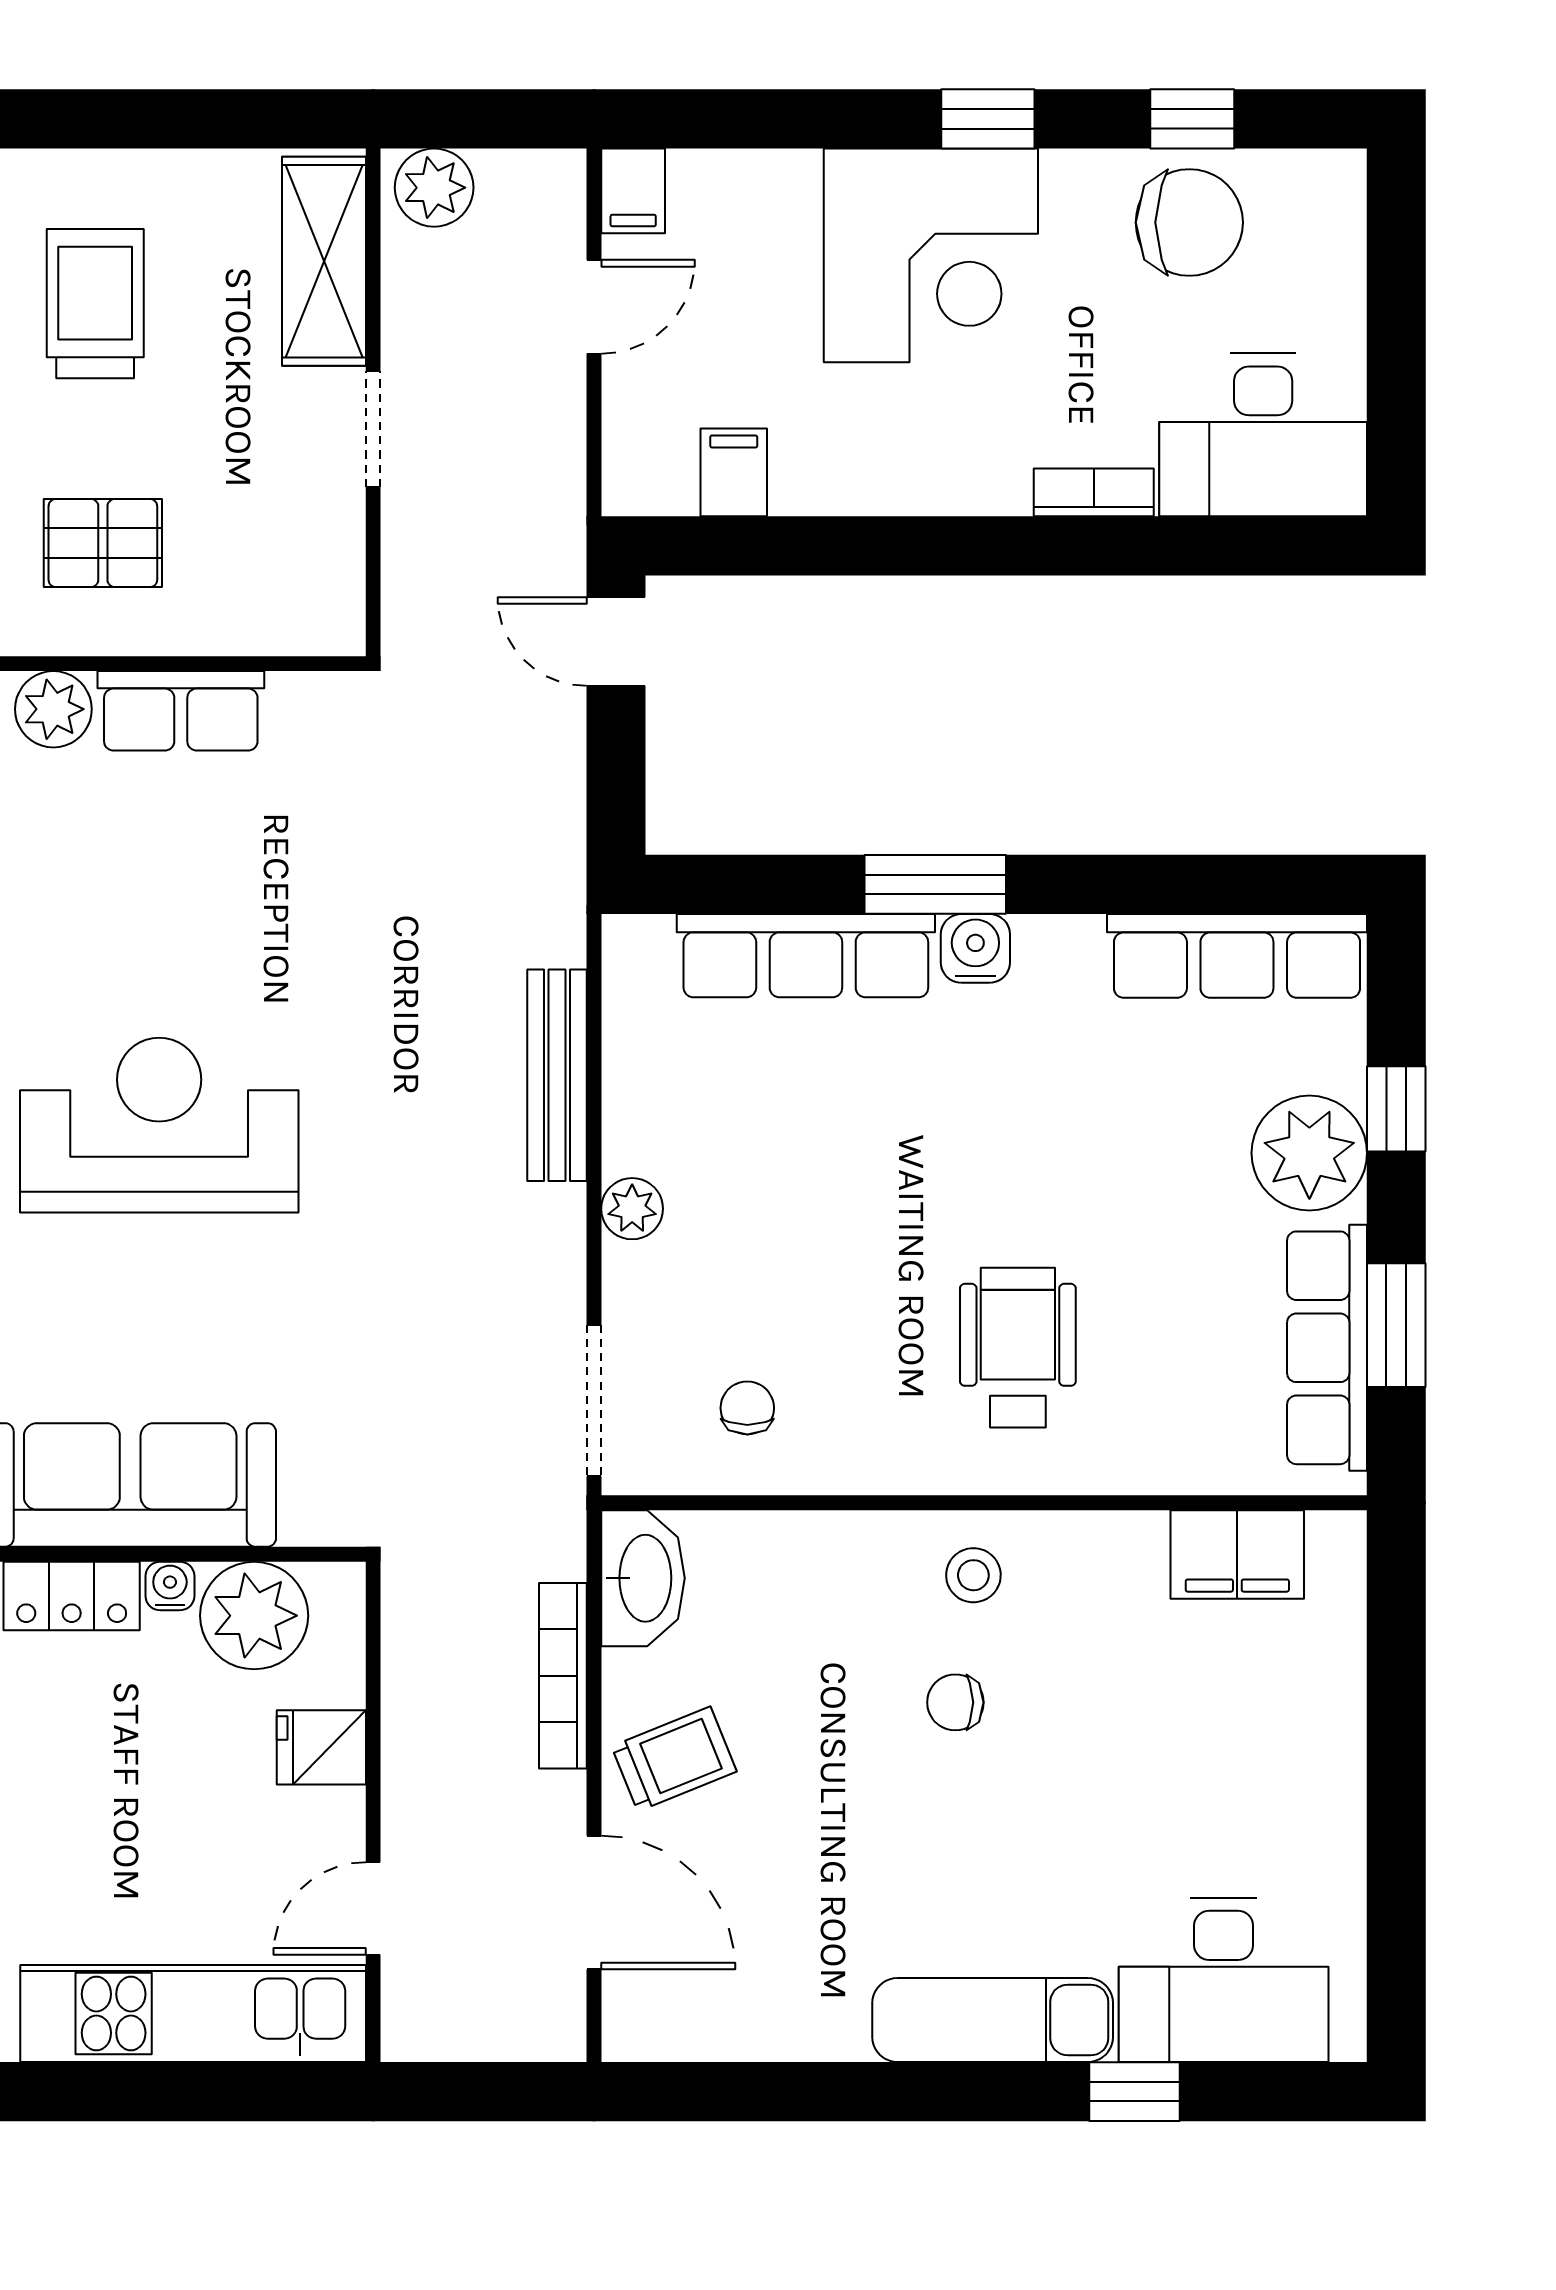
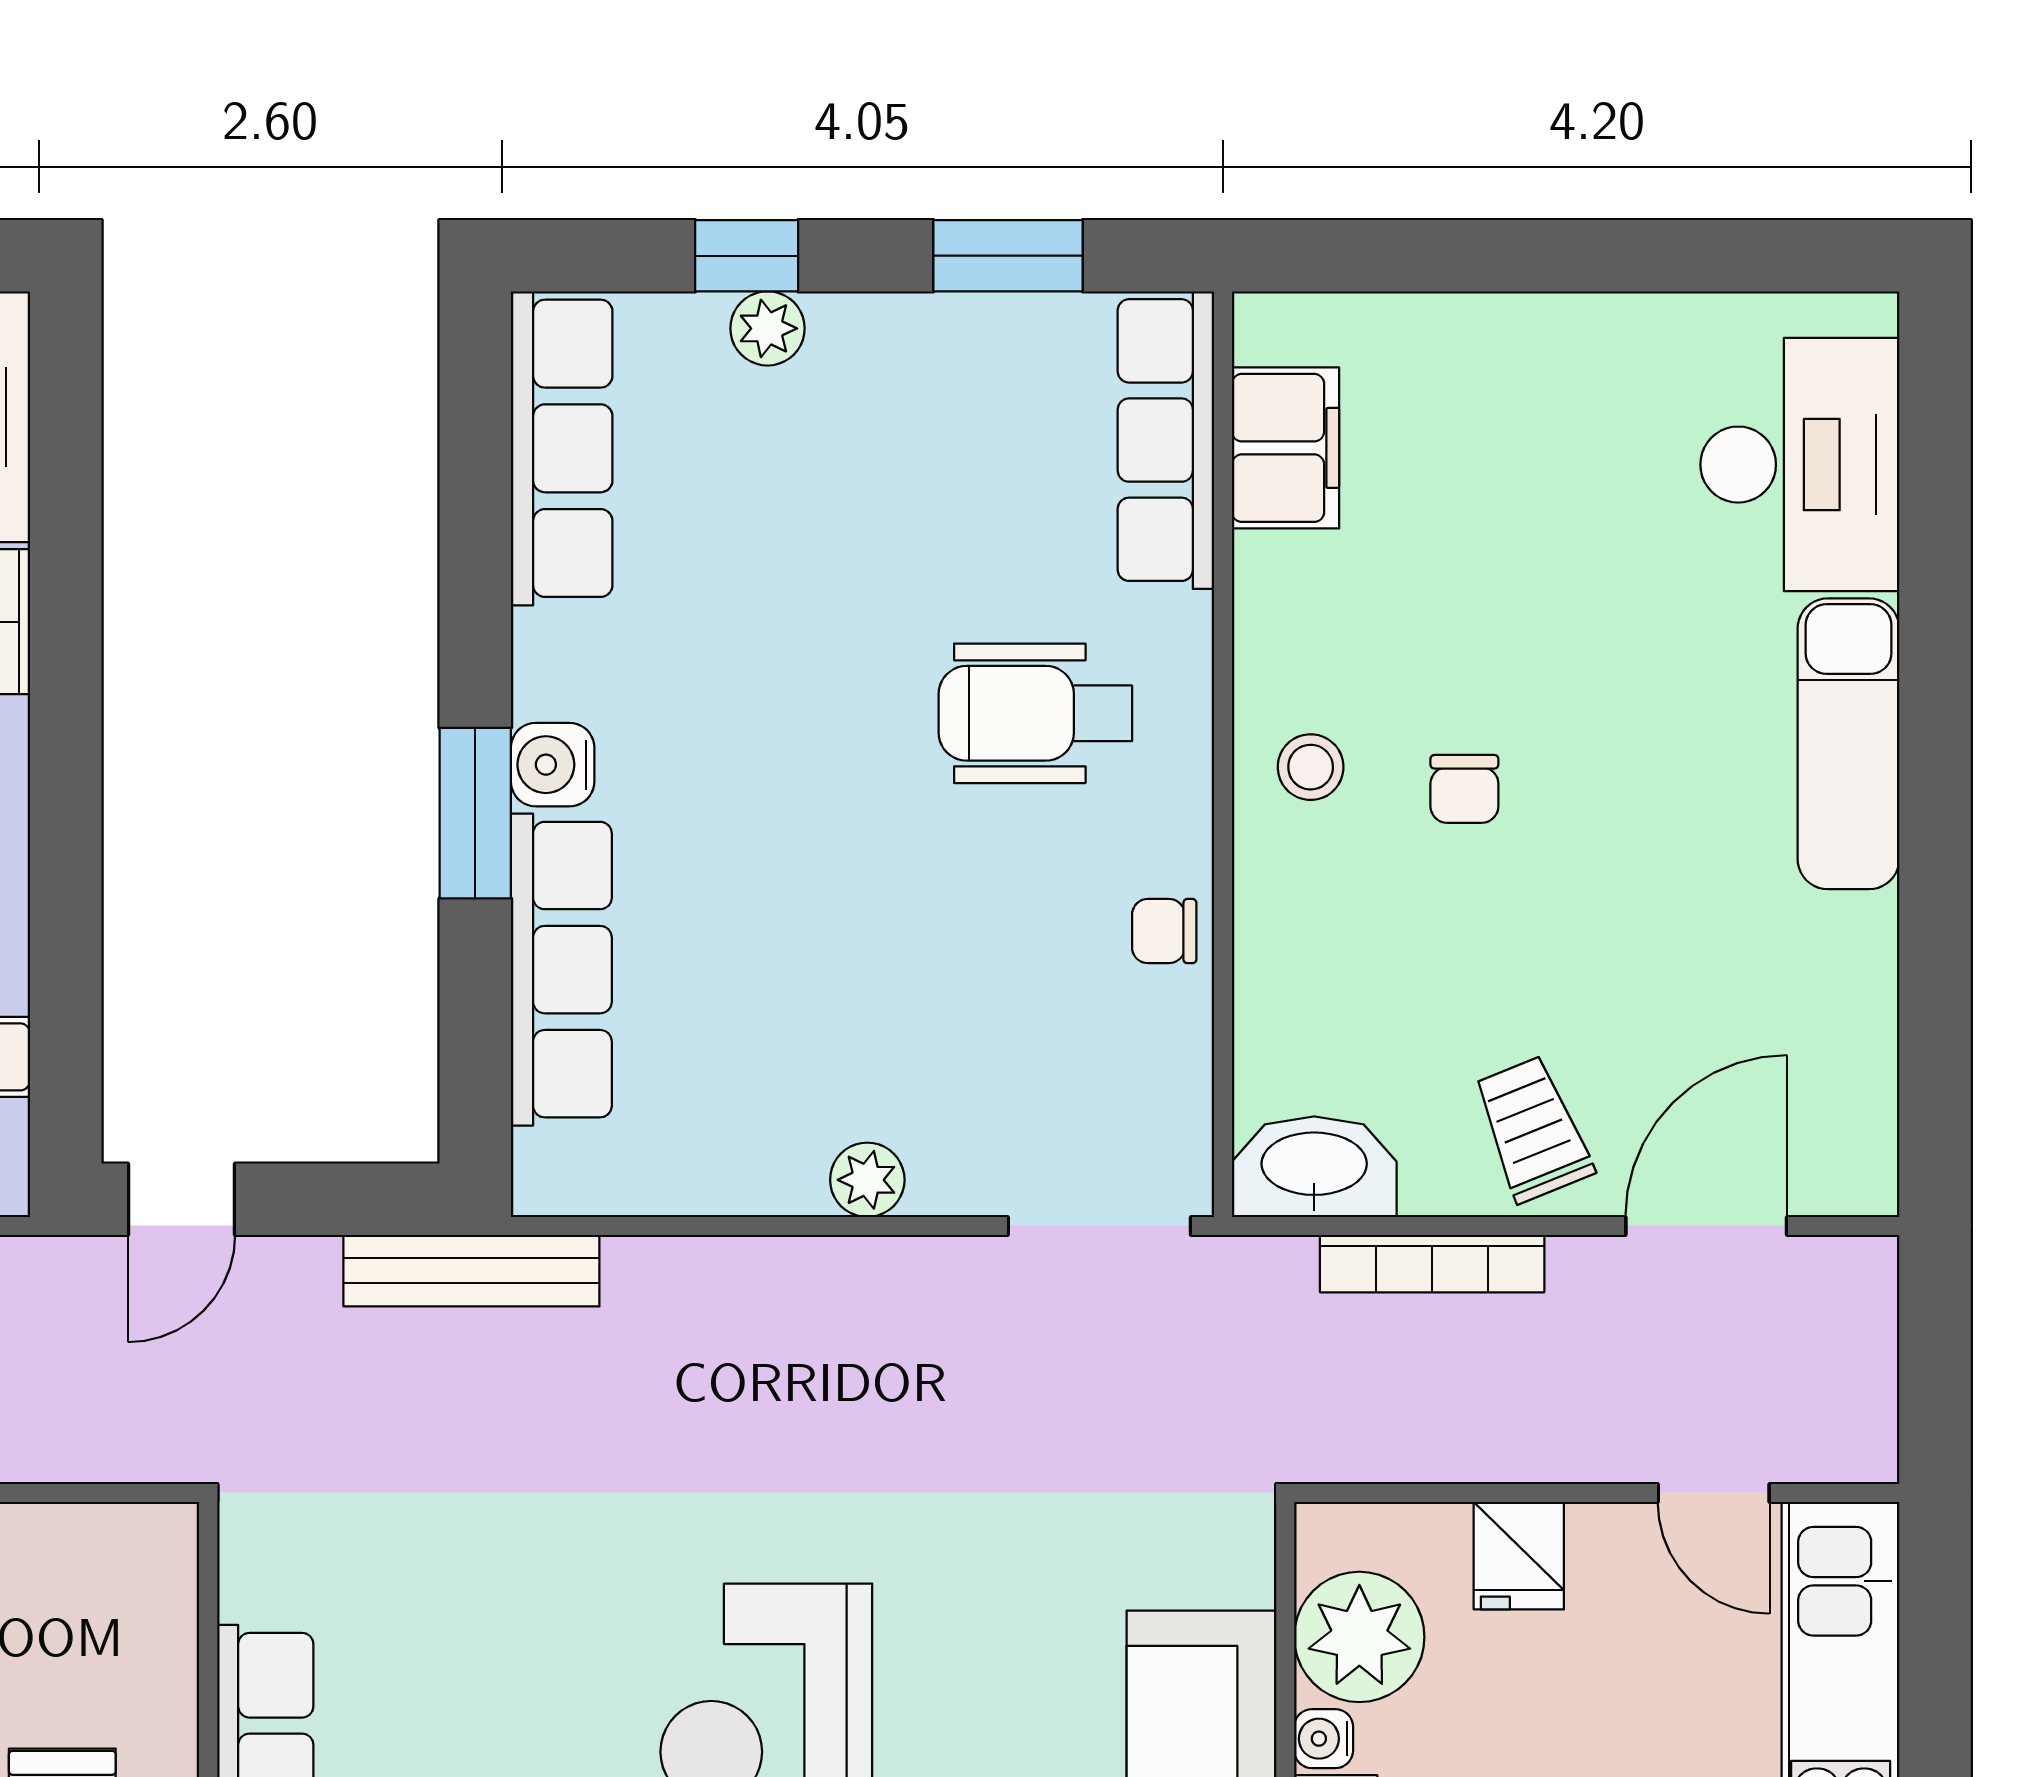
bench: (557, 1075) -> (471, 1271), moved
plant: (1309, 1153) -> (768, 328), width x0.53, depth x0.53
row of seats: (1327, 1348) -> (1166, 440), moved, turned 90
chair: (747, 1408) -> (1164, 931), moved
window: (1134, 2092) -> (1935, 572), removed

